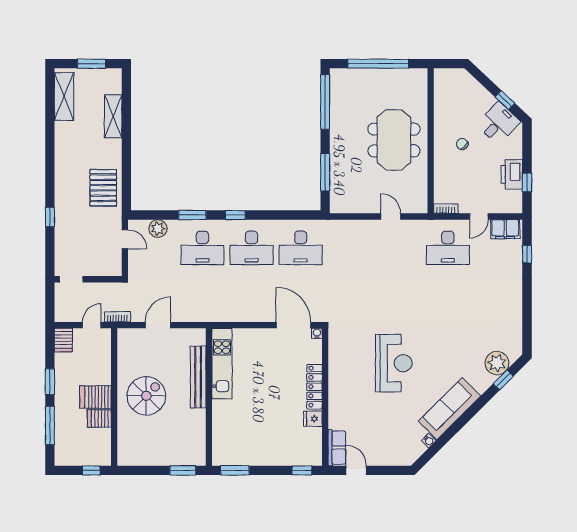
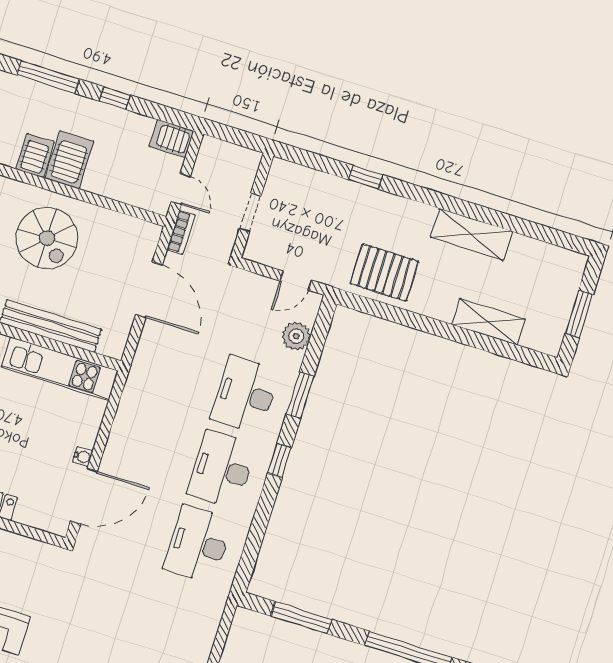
shelving: (64, 96) -> (471, 234), moved
doorway: (71, 279) -> (250, 212), moved
door: (158, 325) -> (149, 290), width x1.36
water cooler: (317, 333) -> (83, 457), moved
window: (50, 382) -> (115, 98), width x0.67

